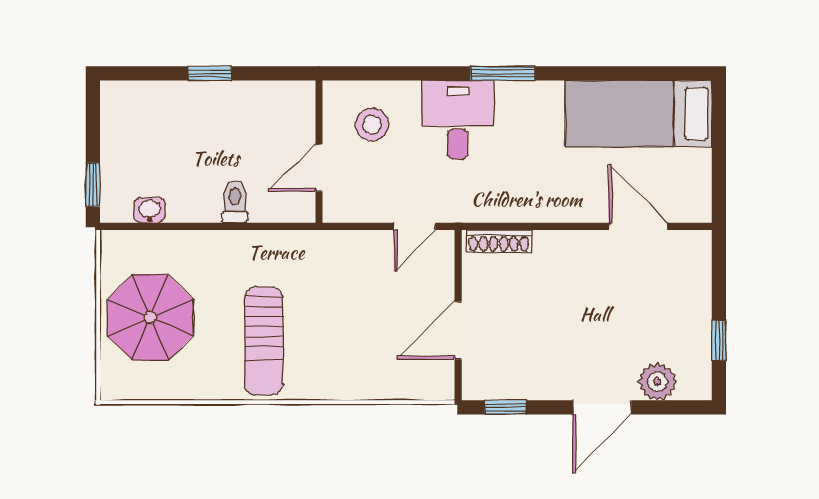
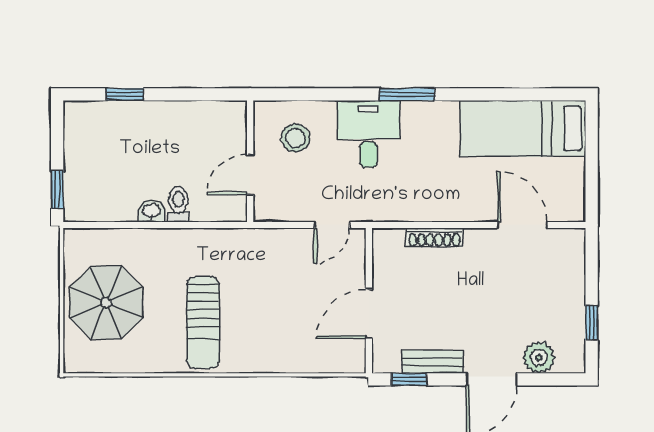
window: (210, 73) -> (125, 94), moved
washbasin: (149, 210) -> (151, 211), moved
shoe rack: (499, 241) -> (434, 238), moved
bench: (533, 387) -> (432, 362), added

